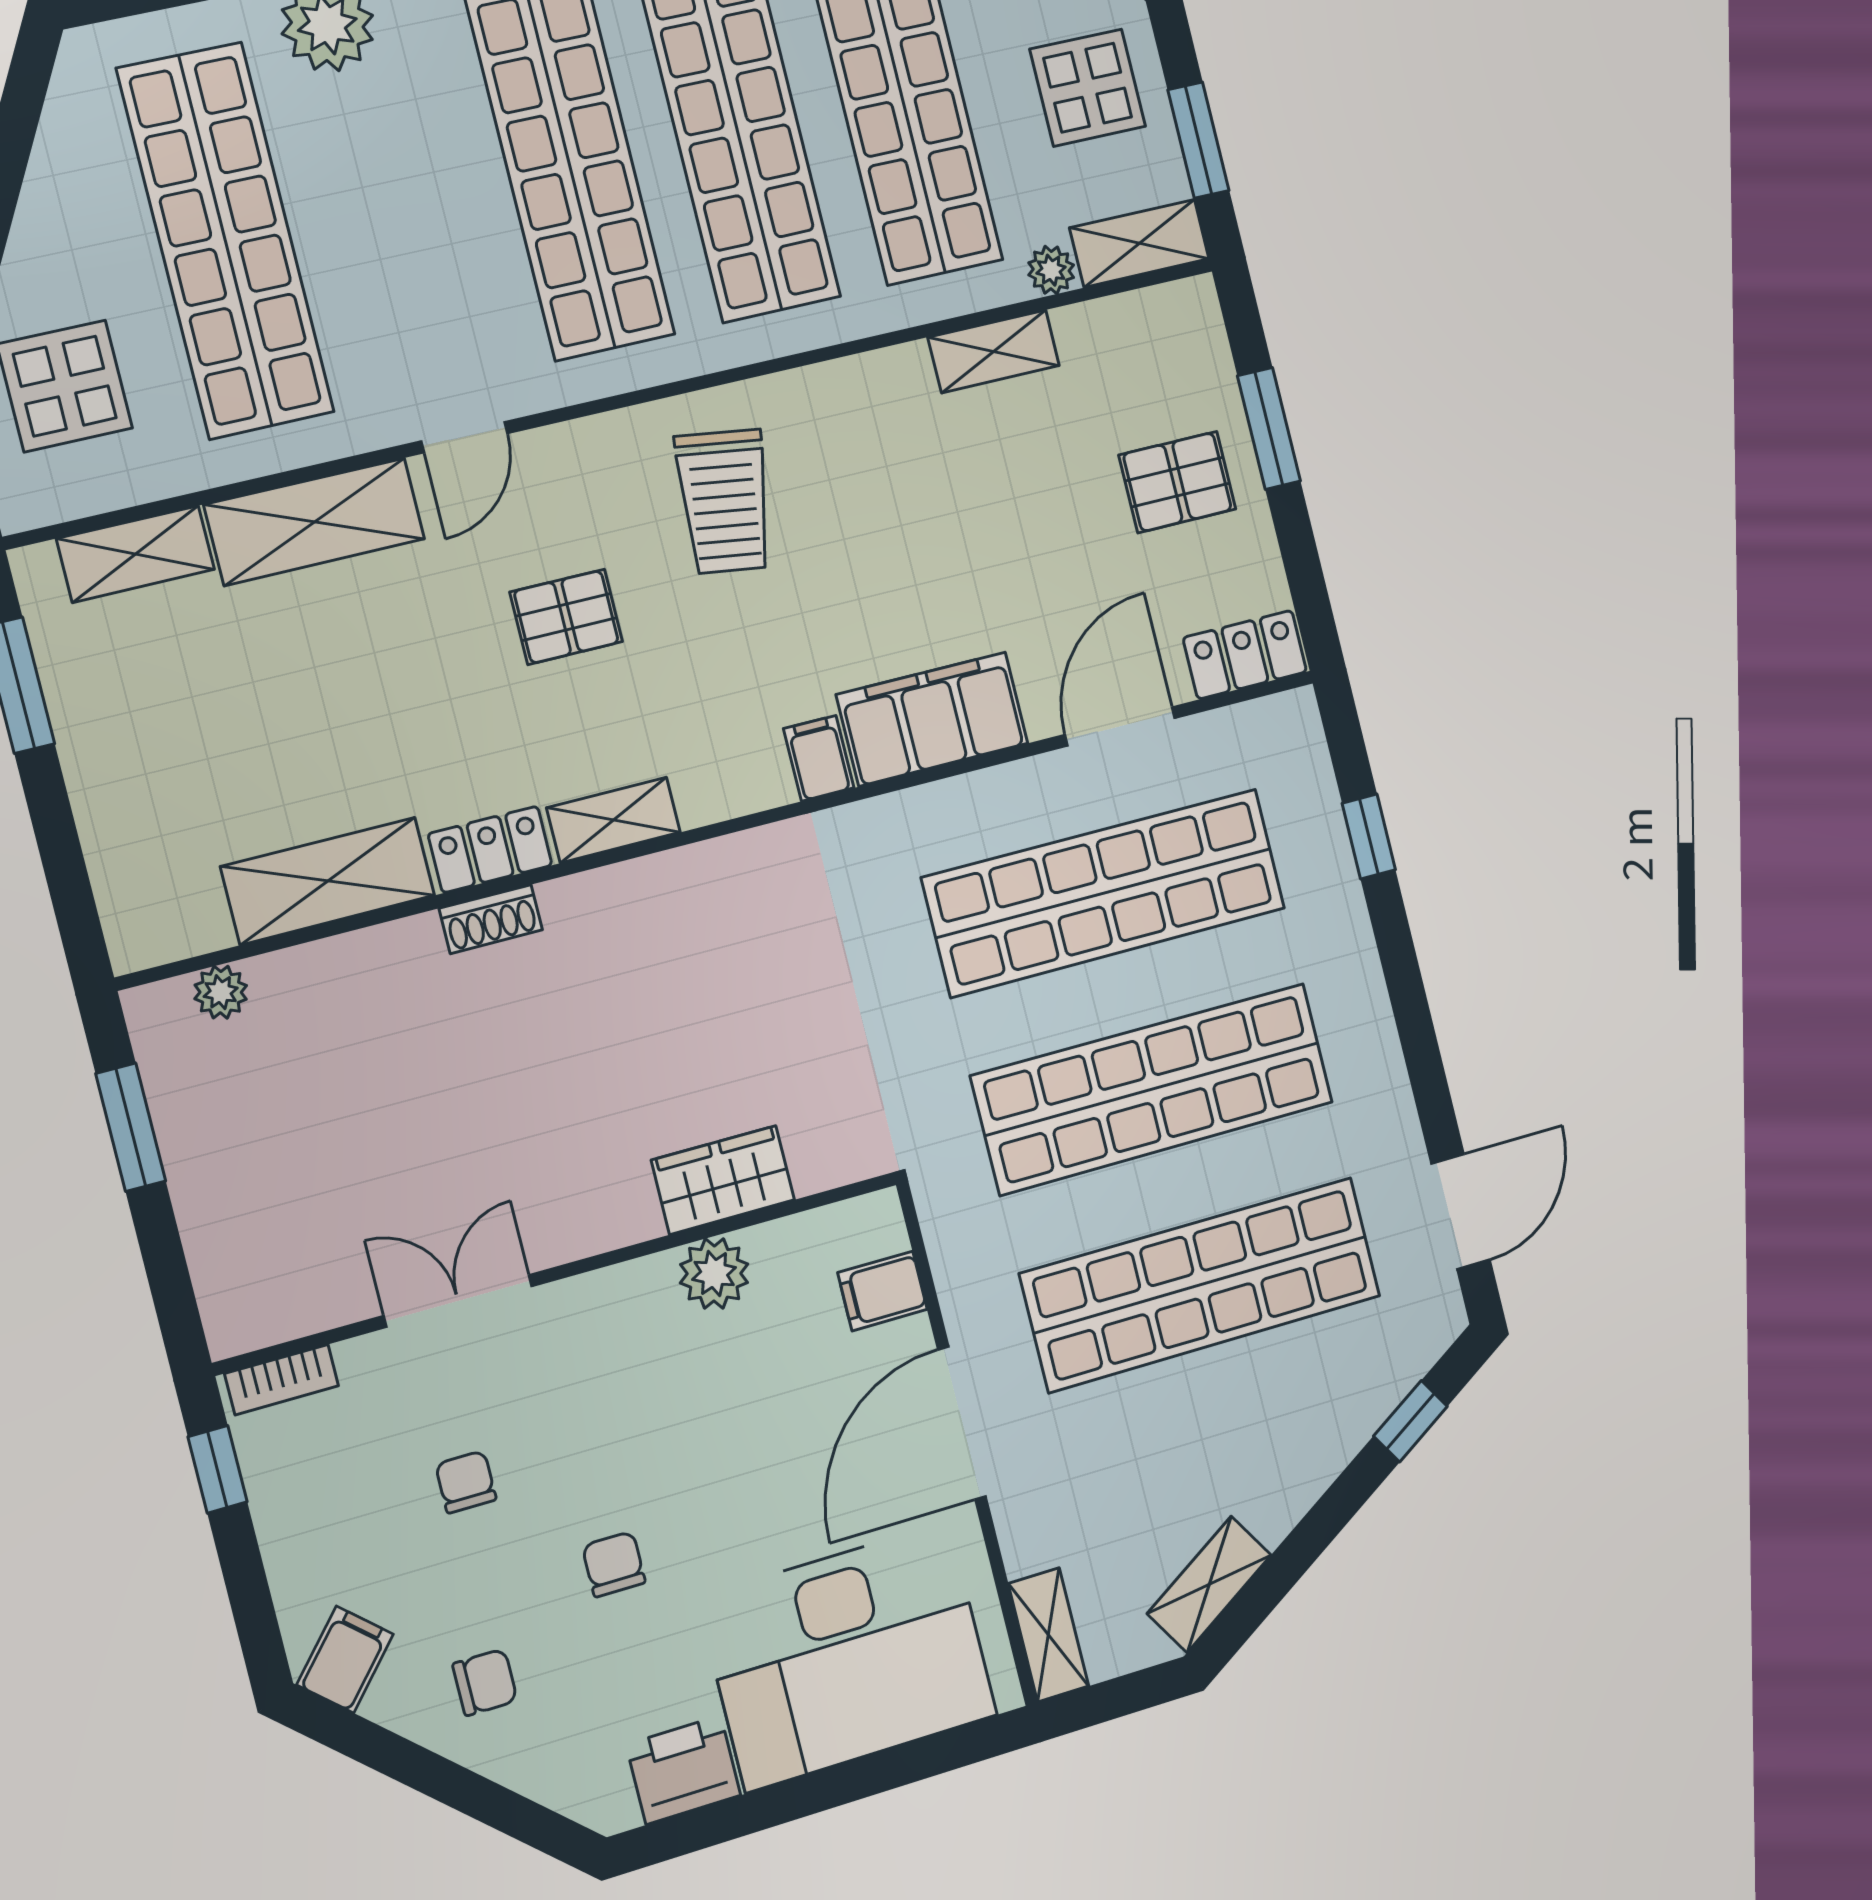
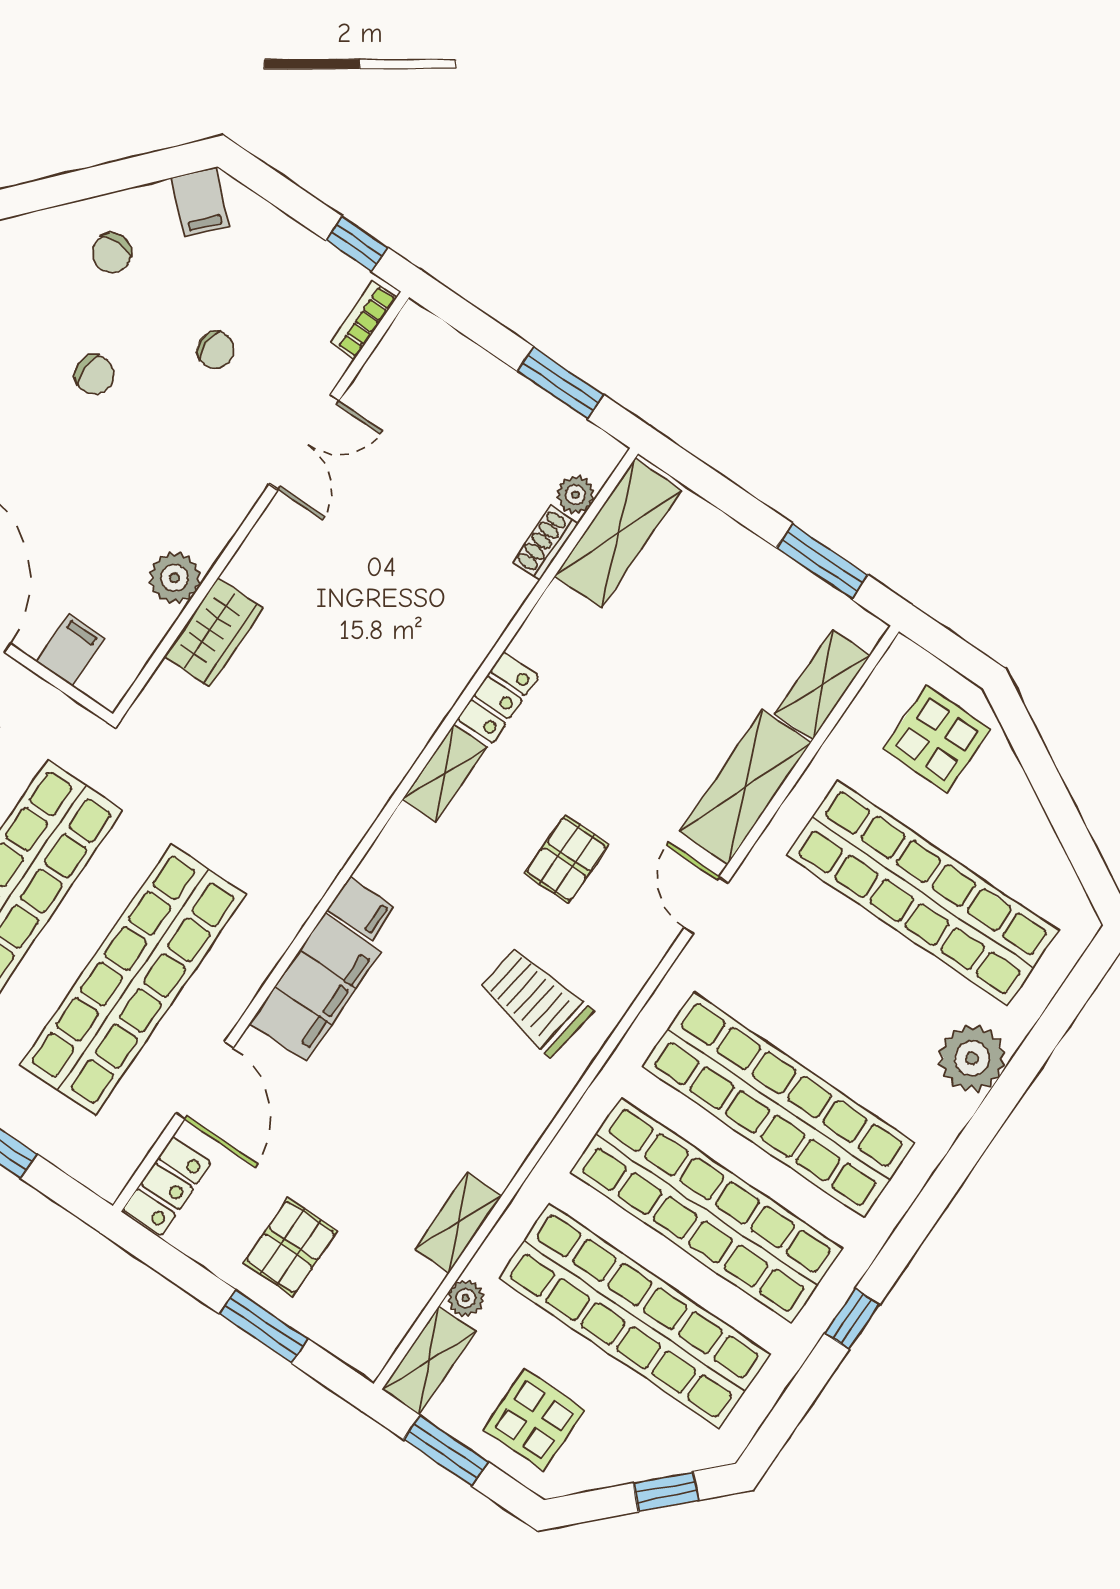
shelving: (328, 881) -> (618, 533), moved
shoe rack: (491, 919) -> (545, 543), moved

